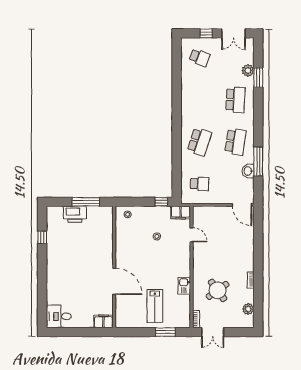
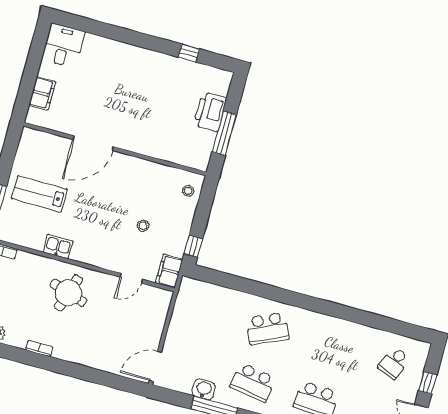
school desk: (199, 142) -> (268, 328), turned -42
school desk: (199, 184) -> (204, 311), removed
round table: (218, 290) -> (68, 293), moved, turned -36
filing cabinet: (104, 321) -> (42, 93), moved

